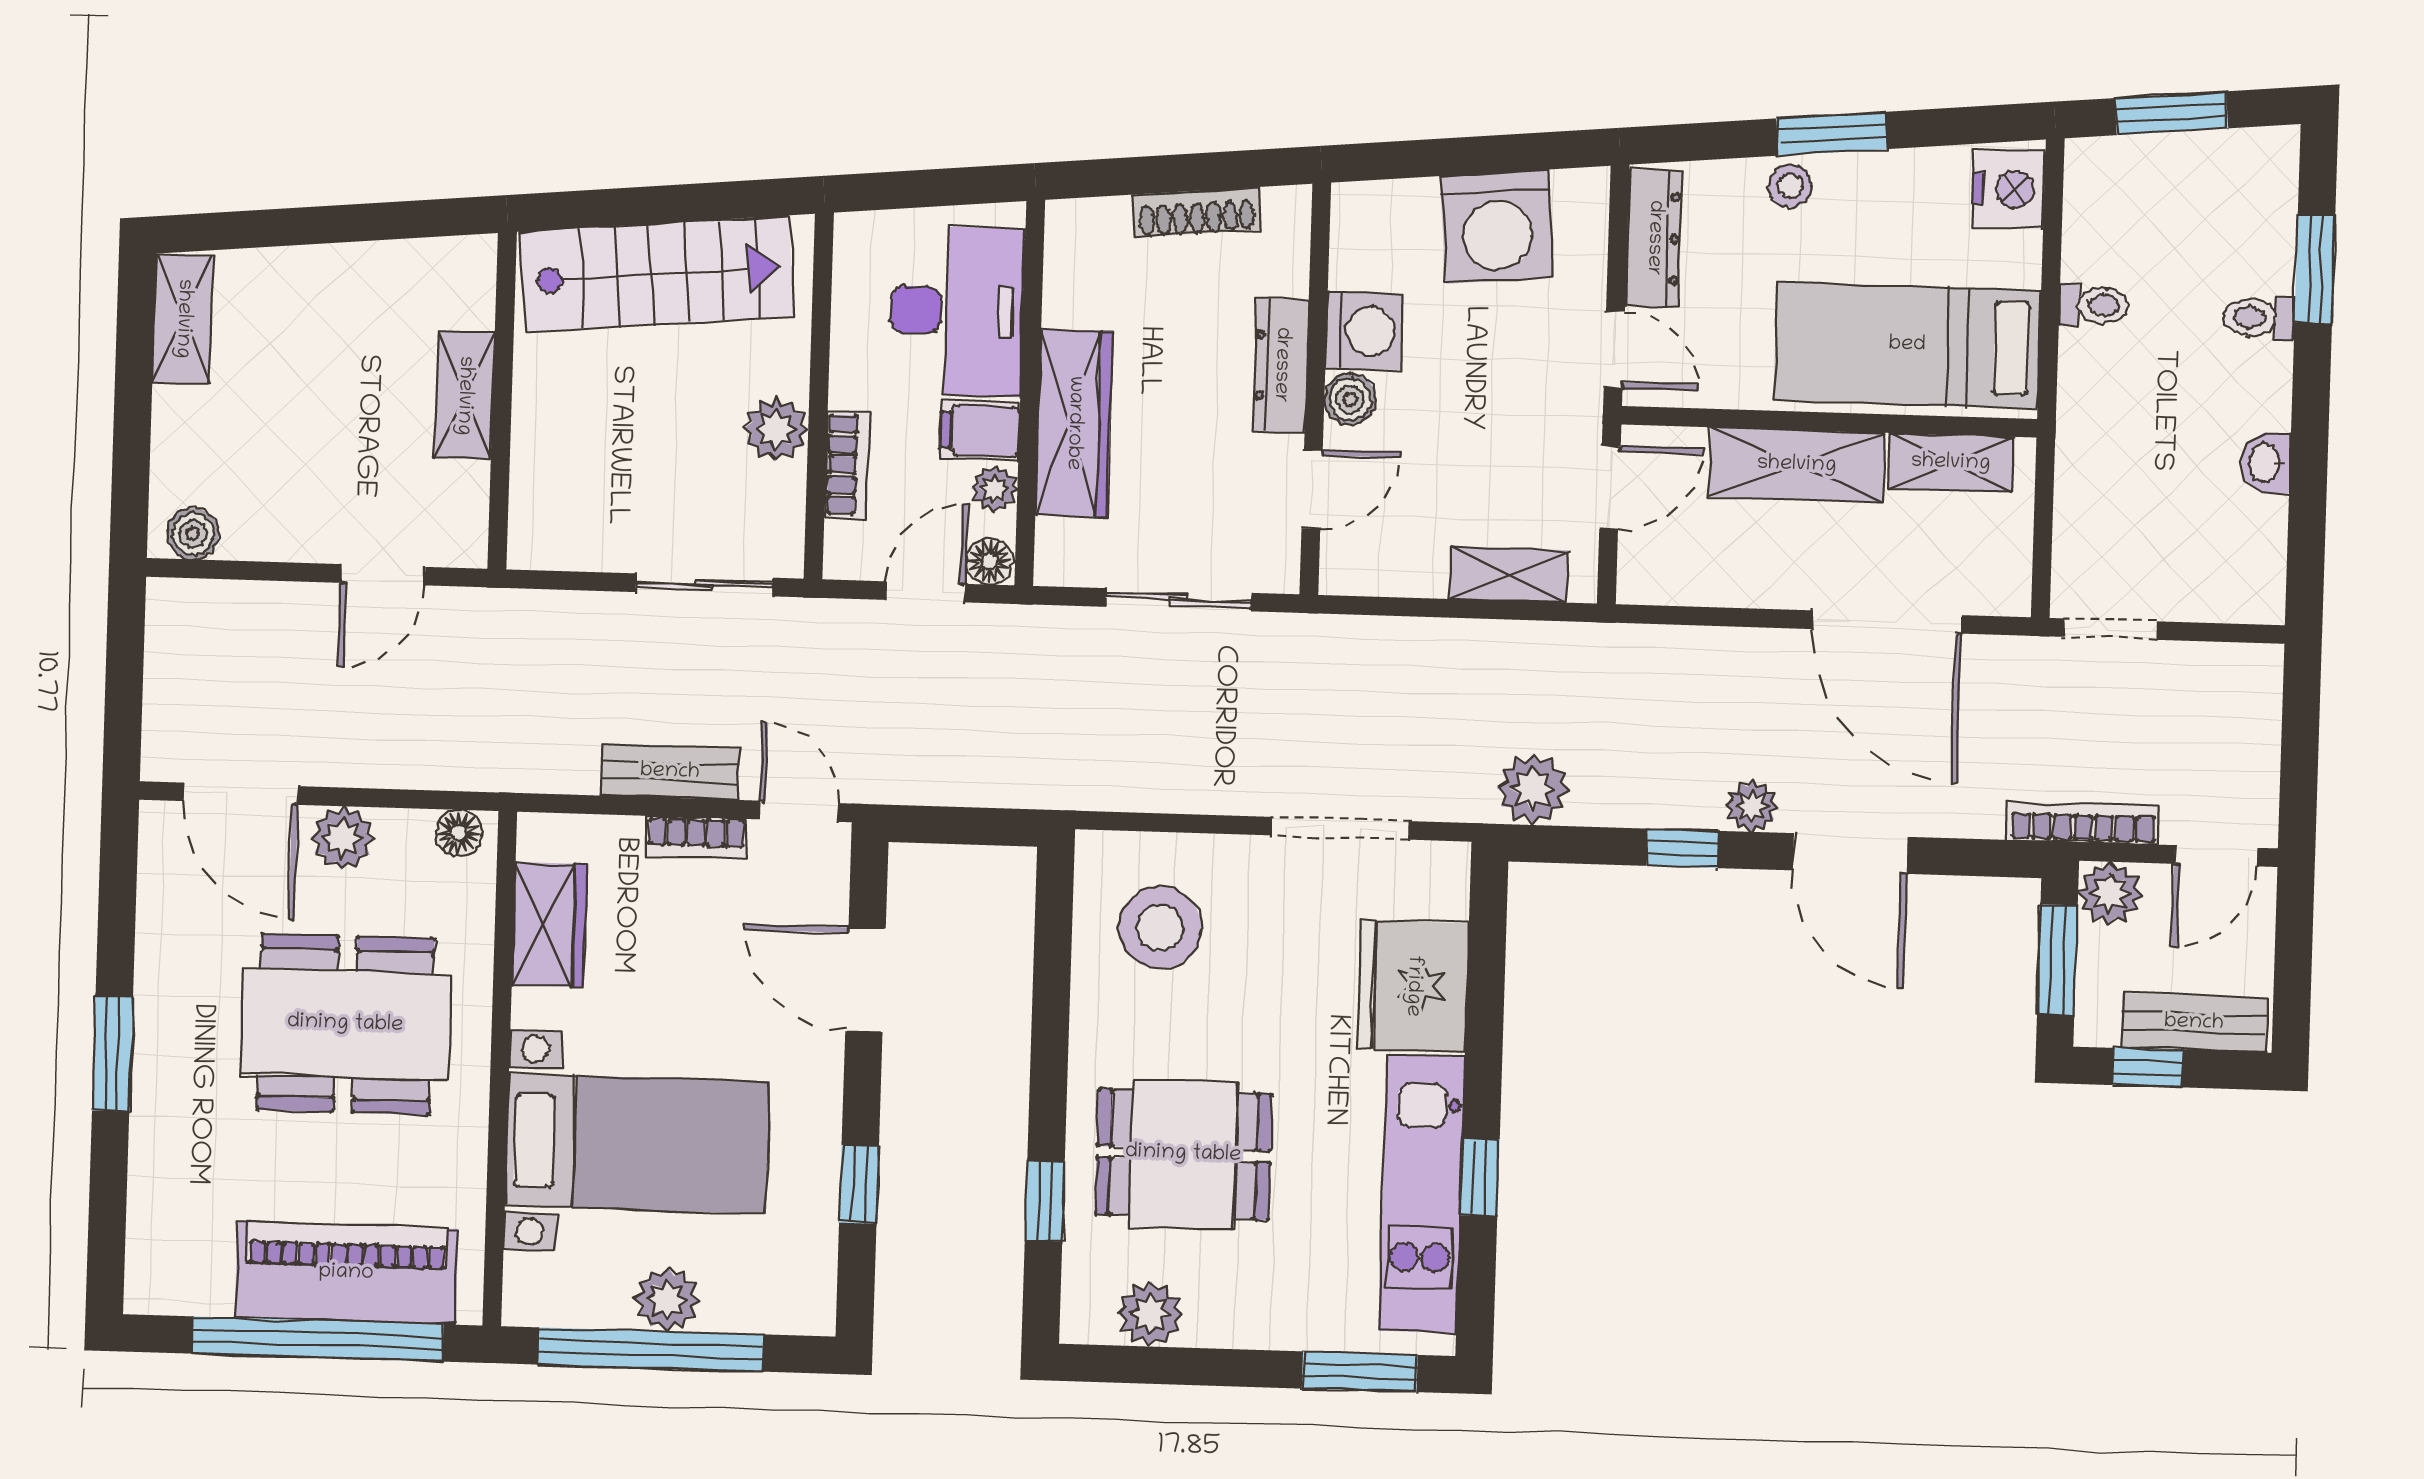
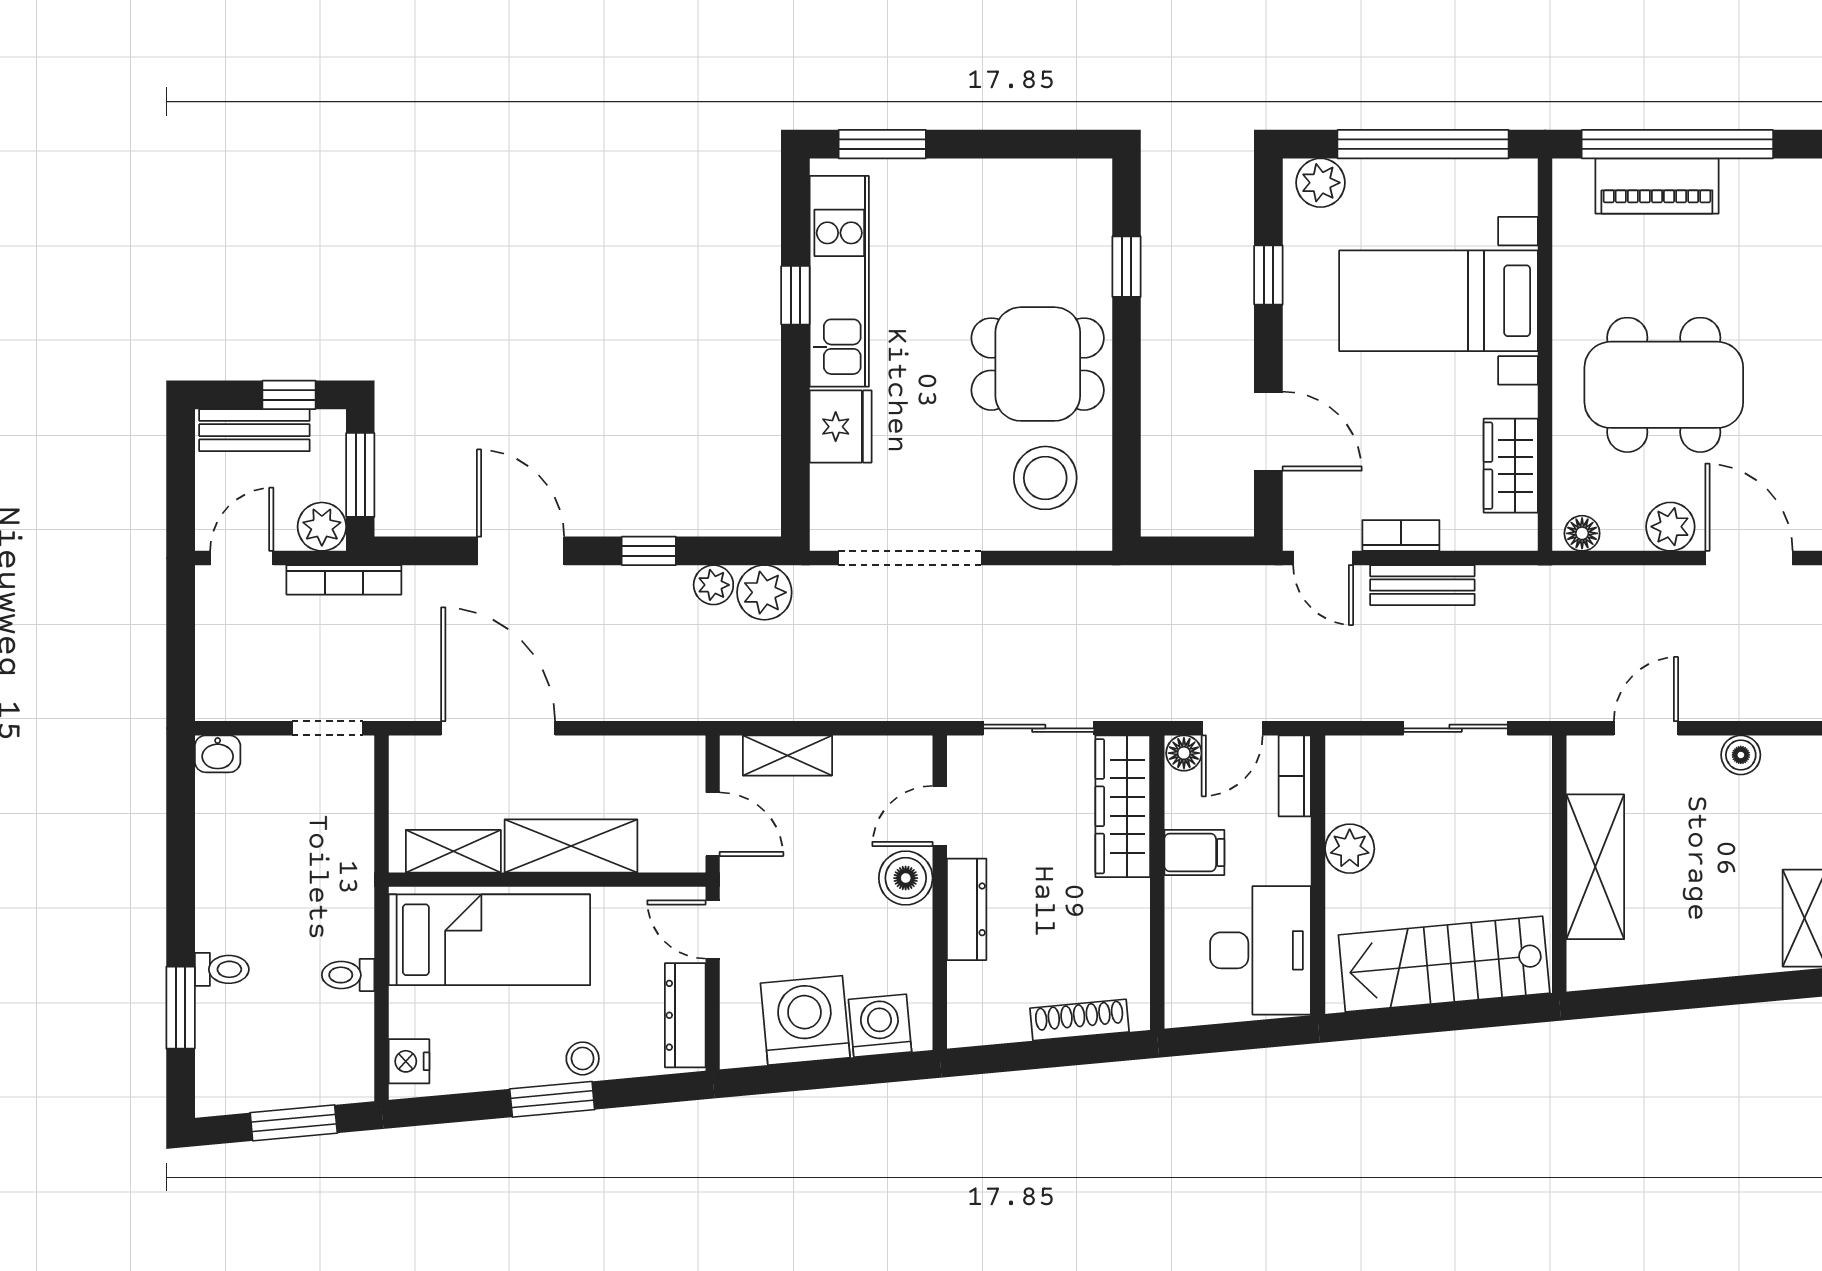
nightstand: (2009, 189) -> (409, 1061), width x0.74, depth x0.75
shoe rack: (1197, 212) -> (1079, 1020), moved
desk: (957, 311) -> (1260, 950), moved, turned 180
washing machine: (1364, 331) -> (880, 1026), moved, turned 85
shelving: (464, 396) -> (1595, 867), width x1.50, depth x1.33
boiler: (1350, 399) -> (906, 878), width x1.36, depth x1.36
wardrobe: (1074, 423) -> (1123, 806), moved
washbasin: (2266, 463) -> (218, 754), moved, turned 90
bookcase: (847, 465) -> (1295, 776), moved
door: (1610, 487) -> (713, 824), swing flipped
plant: (994, 489) -> (1182, 809), removed
boiler: (193, 534) -> (1741, 755), moved
sliding door: (704, 585) -> (1456, 728), moved
plant: (1752, 806) -> (713, 585), moved
doorway: (1341, 828) -> (910, 558), width x1.36
fridge: (1413, 986) -> (841, 427), width x0.73, depth x0.75
dining table: (1183, 1154) -> (1038, 364), moved
piano: (346, 1273) -> (1657, 186), width x0.73, depth x0.75
plant: (667, 1299) -> (1321, 183), moved
plant: (1150, 1314) -> (1044, 183), removed

